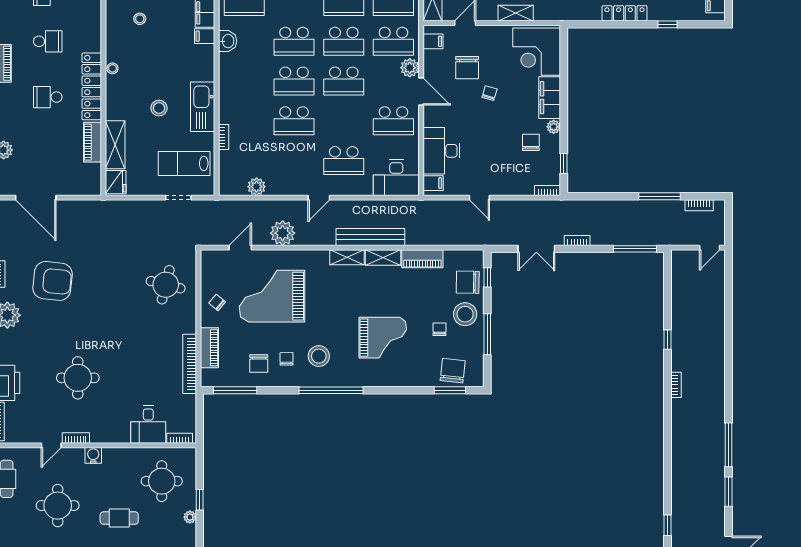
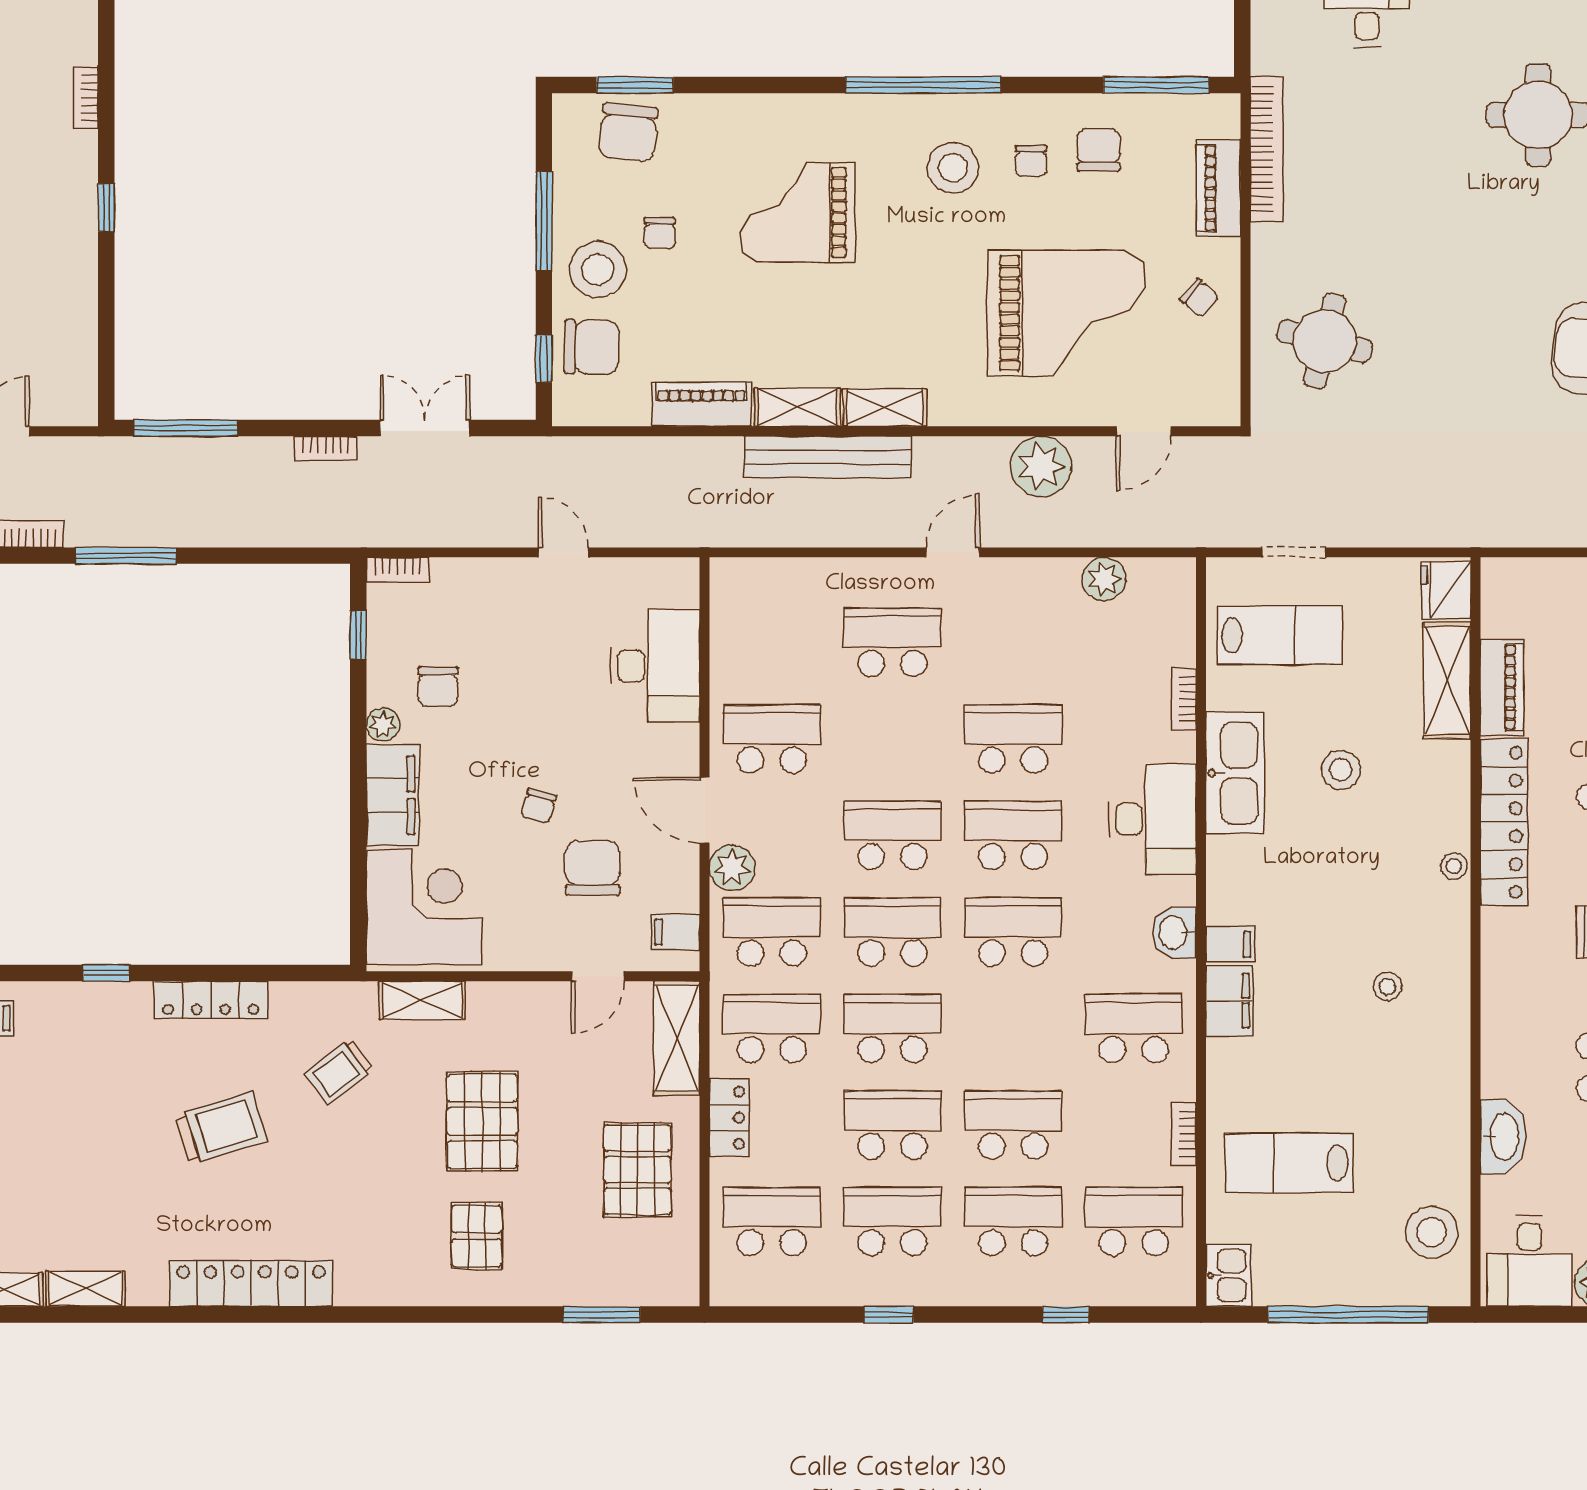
shelving: (516, 13) -> (422, 1000), moved
desk: (396, 178) -> (1153, 819), moved, turned 90
filing cabinet: (433, 183) -> (675, 588), removed

